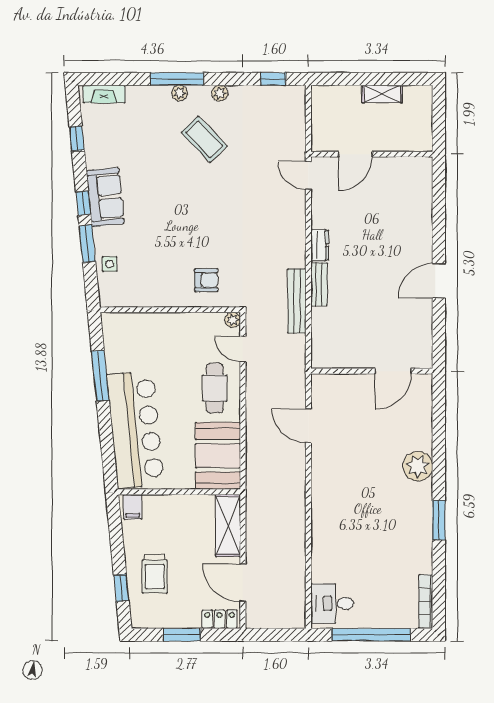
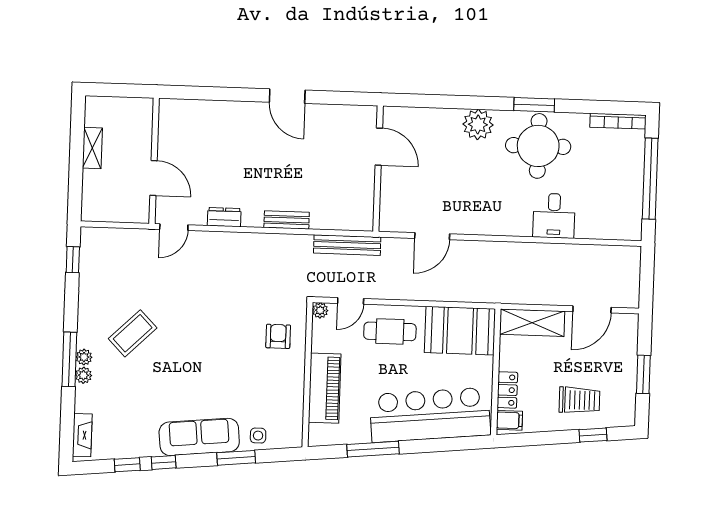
plant: (220, 93) -> (83, 375), moved
sofa: (105, 197) -> (199, 437), width x1.36
window: (83, 203) -> (164, 462), moved
dresser: (320, 245) -> (224, 217), moved
bench: (297, 301) -> (347, 245), moved
piano: (158, 327) -> (325, 388), added
round table: (399, 525) -> (538, 146), added
desk: (332, 603) -> (554, 216), moved
locker: (220, 619) -> (507, 390), moved, turned 180

